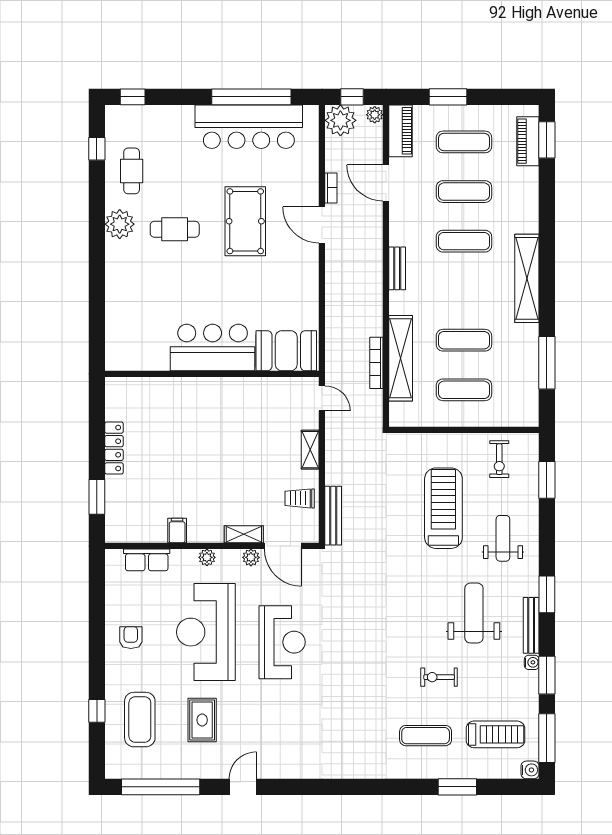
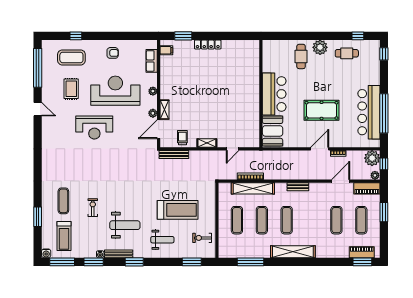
cafe table: (175, 229) -> (301, 56), moved
exercise mat: (464, 241) -> (287, 220), moved
bar counter: (213, 348) -> (274, 94), moved
booth: (286, 351) -> (273, 131), moved
wall: (212, 374) -> (261, 94), moved
filing cabinet: (177, 531) -> (166, 50), moved
reception desk: (282, 642) -> (94, 128), moved
rug: (202, 720) -> (71, 89), turned 90

